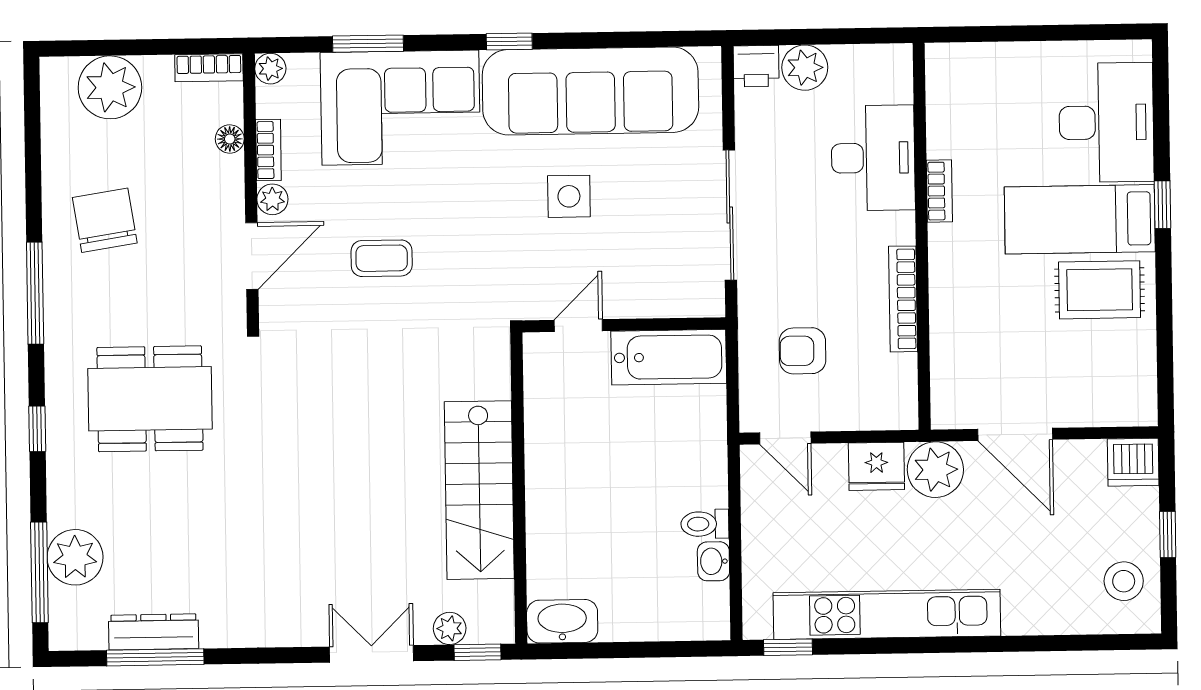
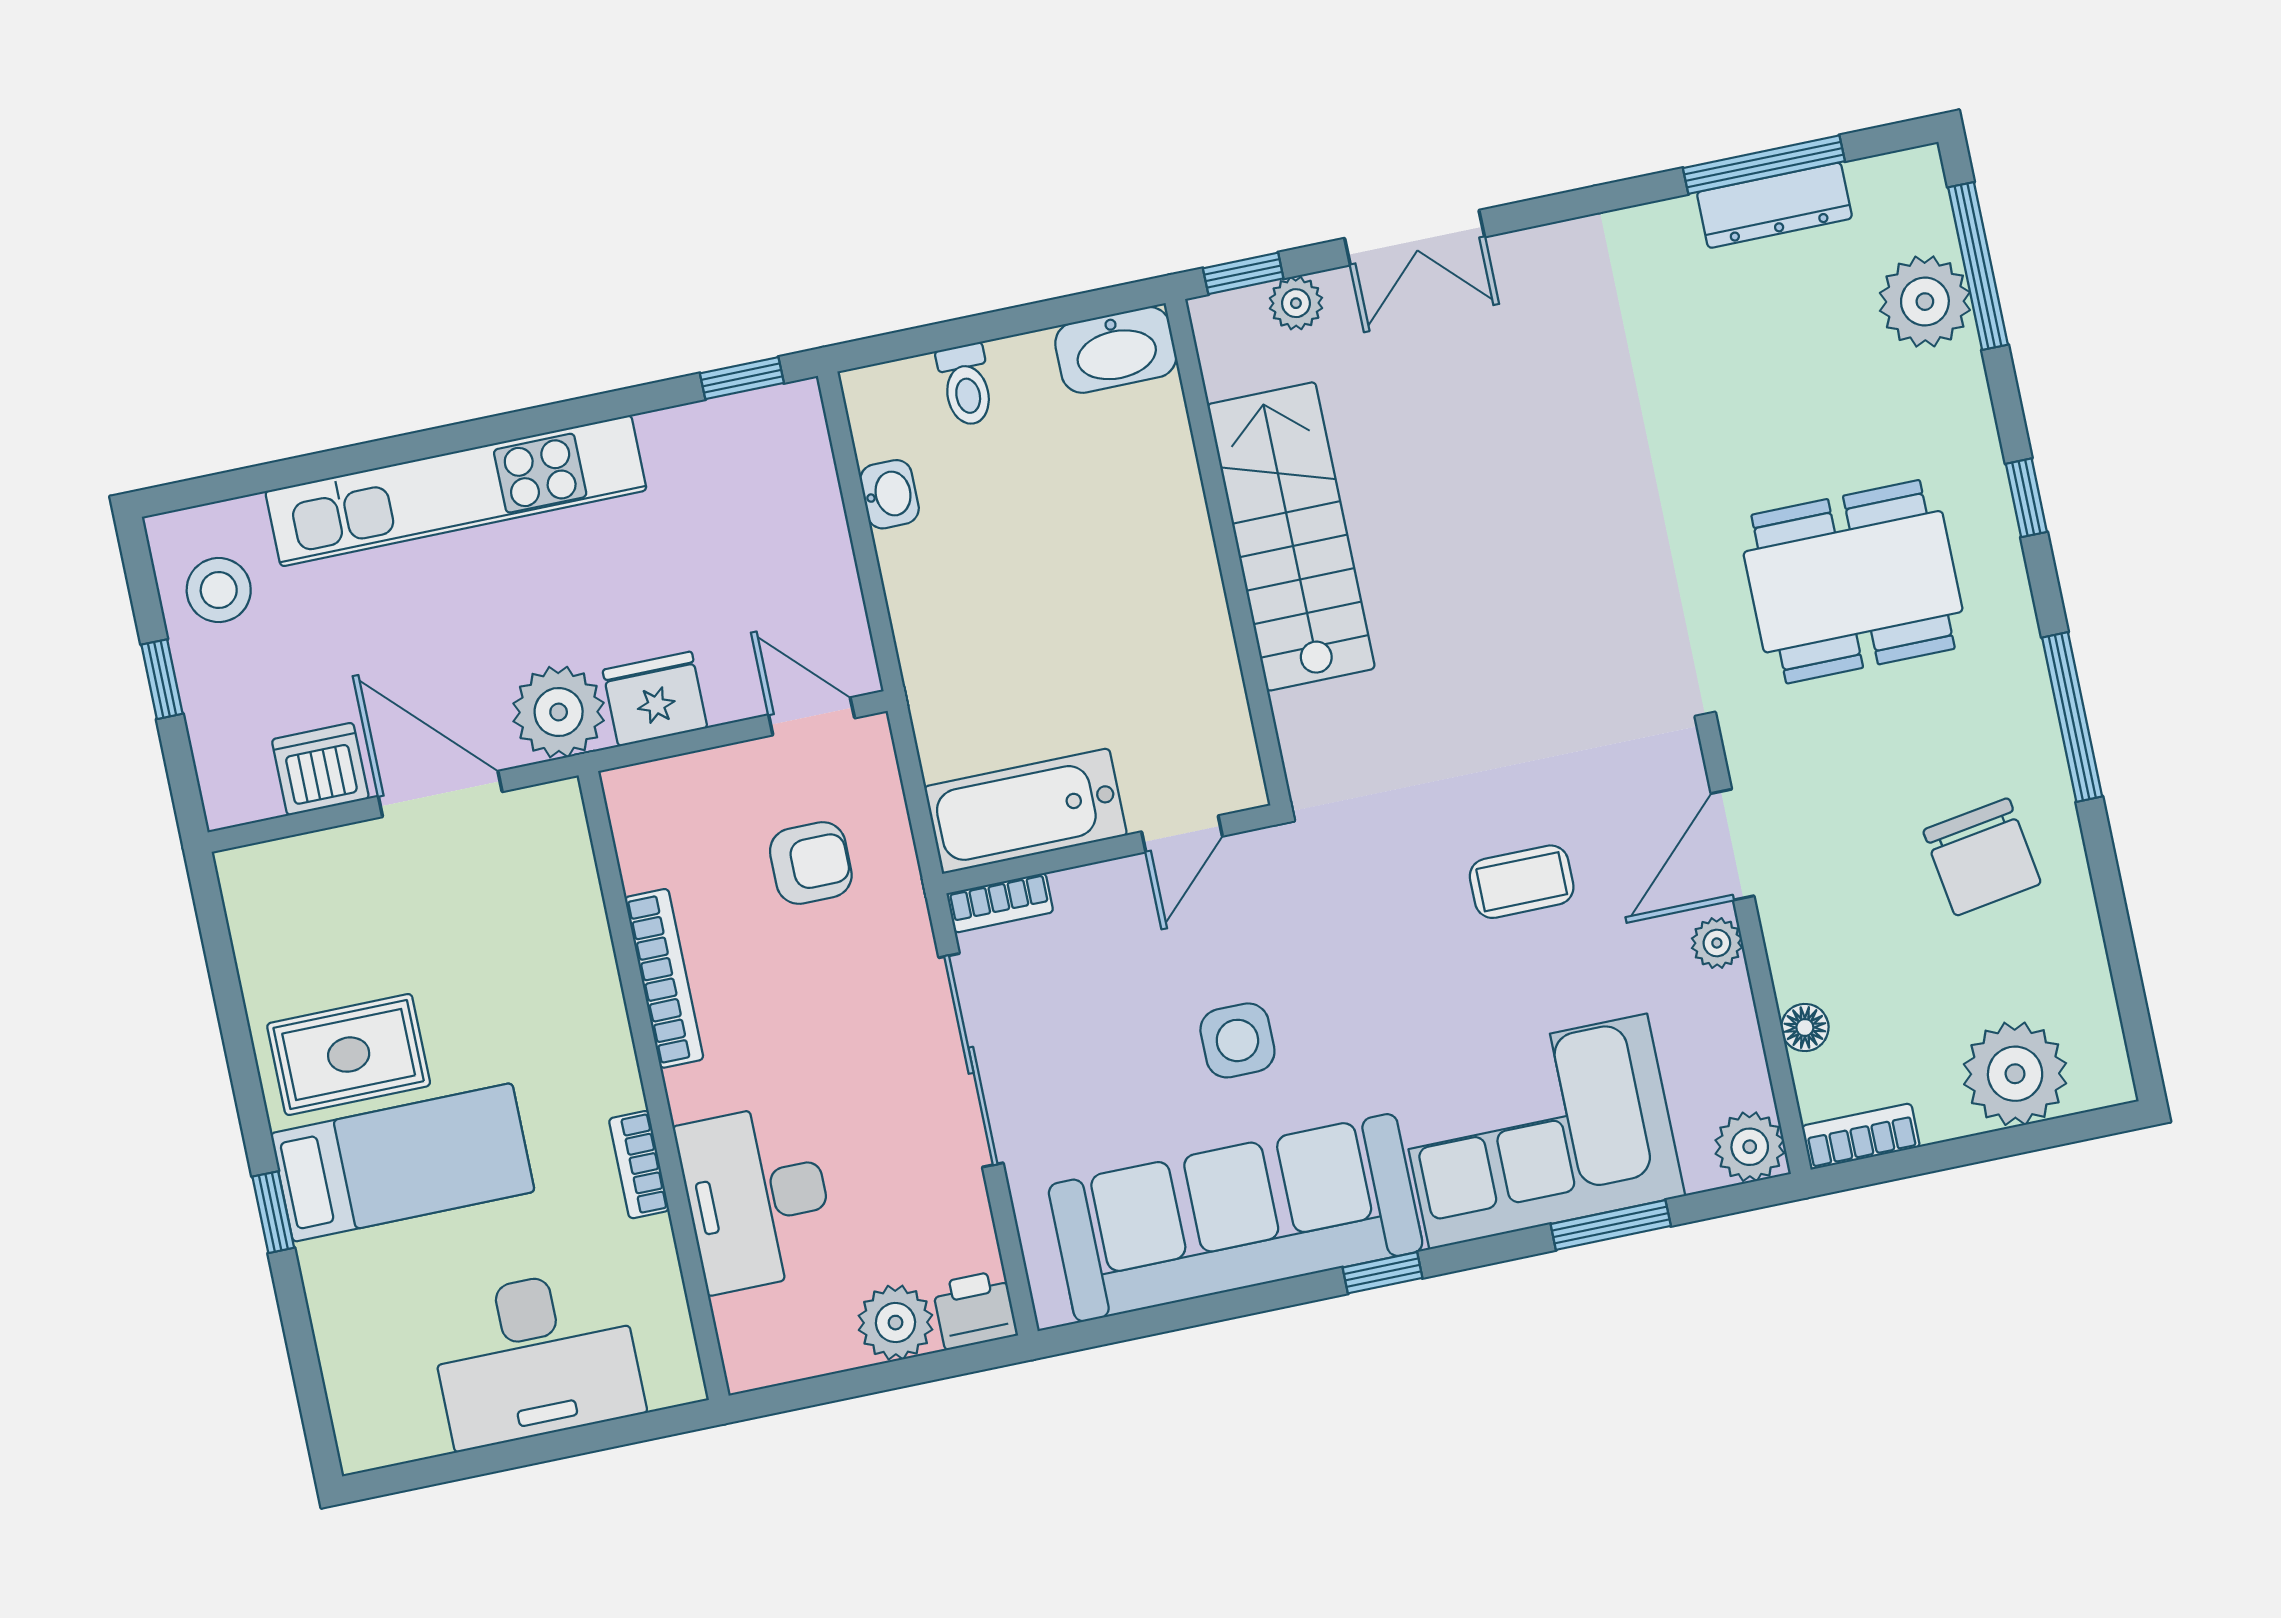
plant: (270, 69) -> (1750, 1147), width x1.38, depth x1.38
desk: (1106, 122) -> (536, 1357), moved, turned -90
bookcase: (268, 150) -> (1000, 903), moved, turned -90
dishwasher: (1133, 462) -> (320, 769), moved
toilet: (705, 524) -> (966, 385), moved, turned 90
kitchen unit: (887, 614) -> (456, 491), moved

